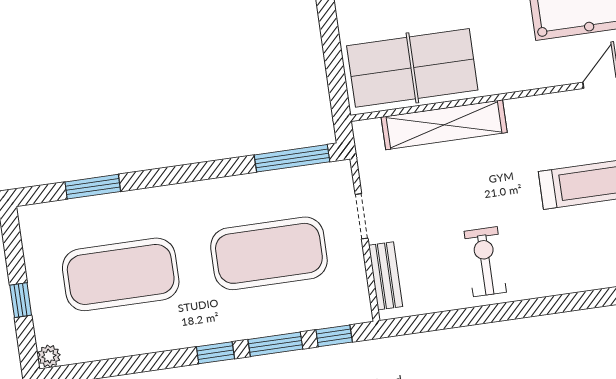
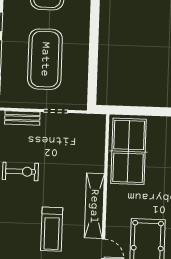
shelving: (444, 125) -> (94, 206), moved
window: (292, 158) -> (92, 80), removed

